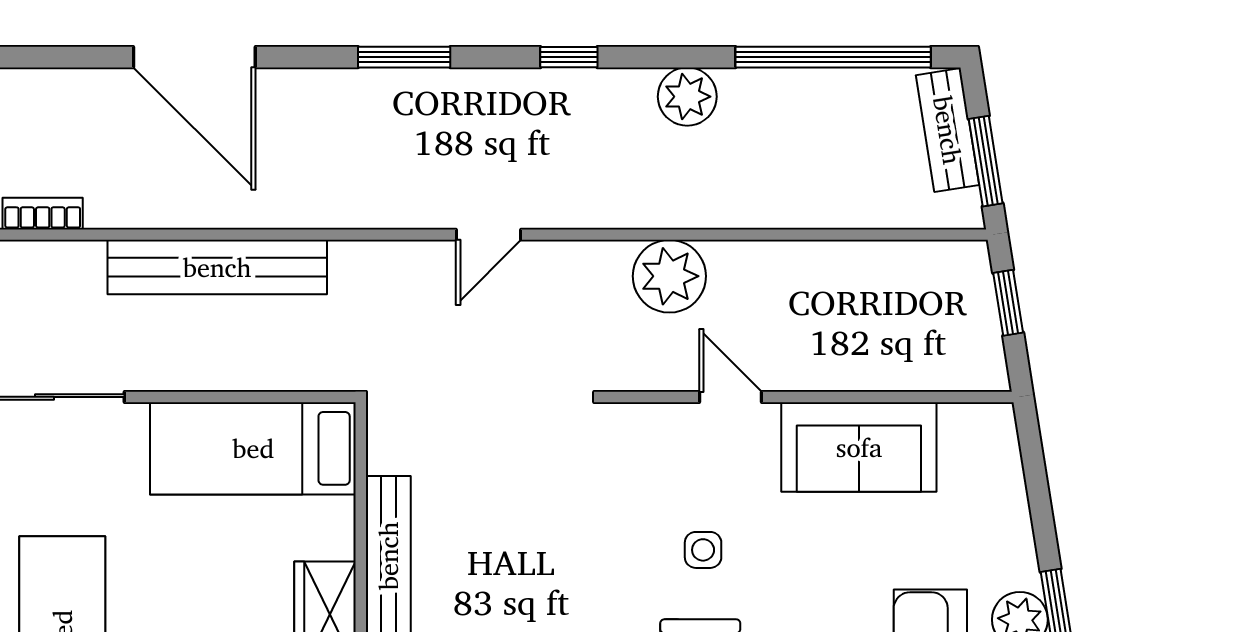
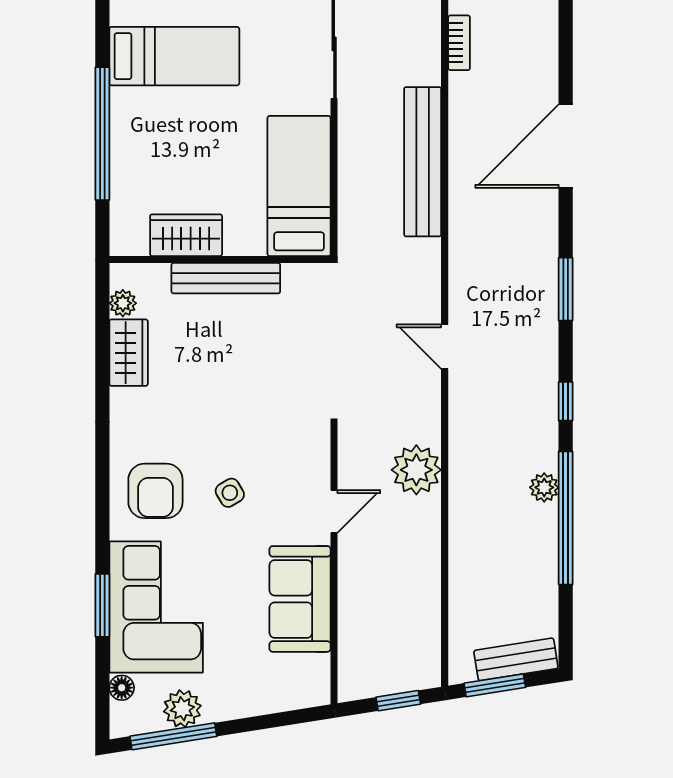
window: (833, 57) -> (566, 518), moved
plant: (687, 97) -> (544, 487), width x0.73, depth x0.73
side table: (703, 550) -> (230, 493), turned -31

